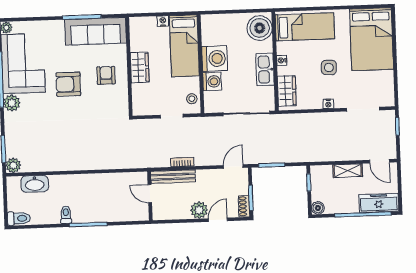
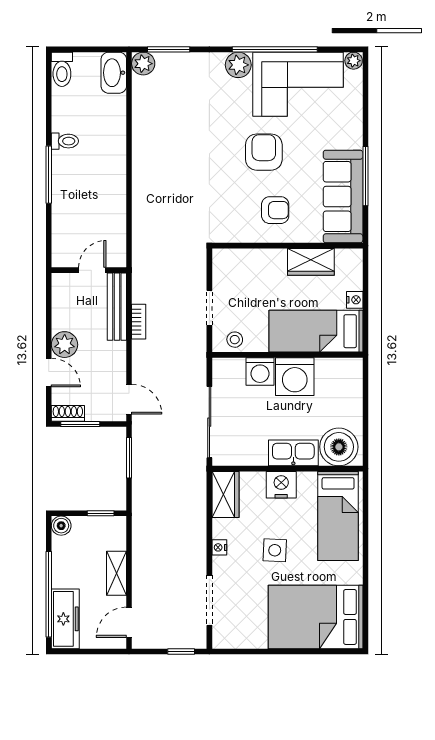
nightstand: (282, 60) -> (281, 485), width x1.89, depth x1.79
wardrobe: (140, 67) -> (311, 262), moved
kitchen sink: (265, 69) -> (293, 453), moved
wardrobe: (287, 91) -> (225, 494), moved, turned -90
washbasin: (35, 184) -> (114, 73), moved

